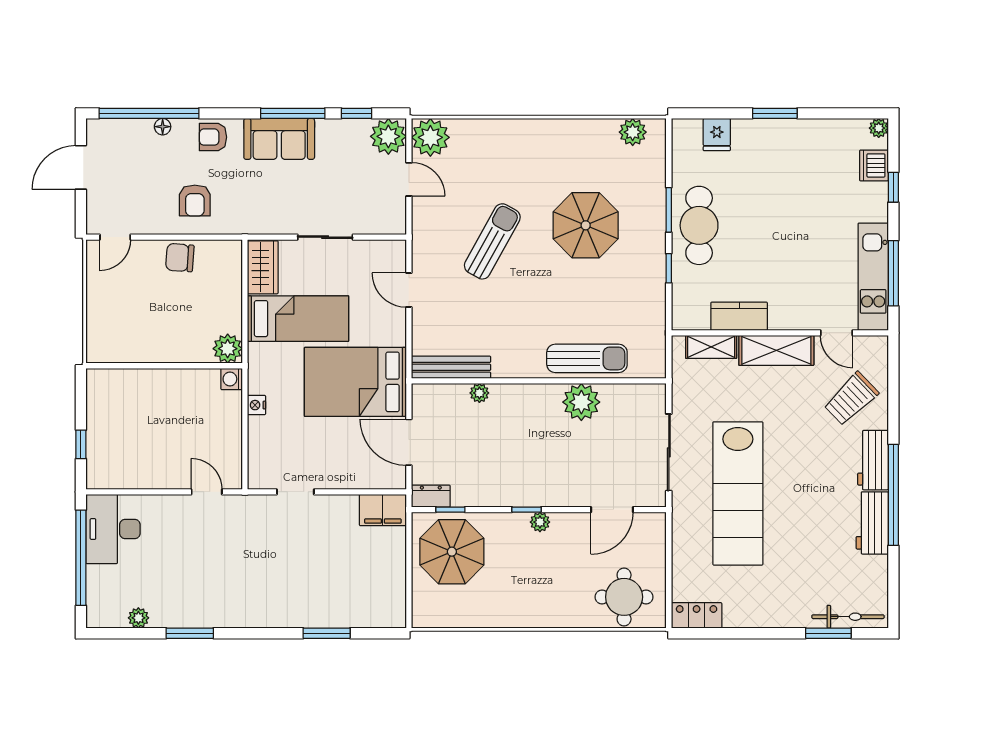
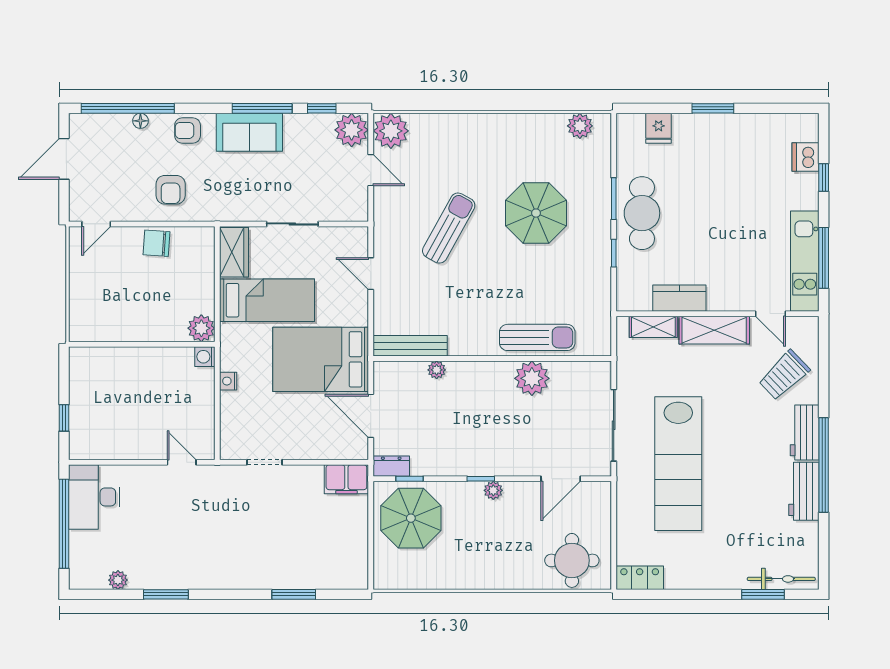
plant: (879, 128) -> (810, 122), removed

